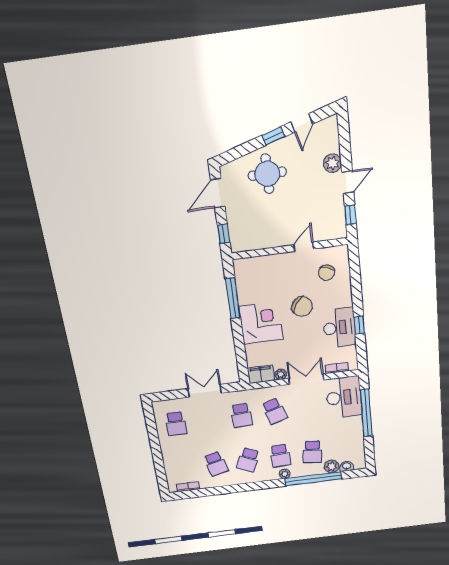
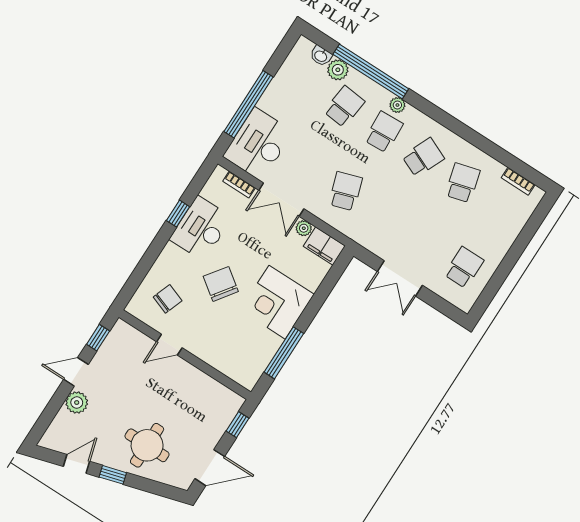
school desk: (242, 415) -> (385, 217), removed

